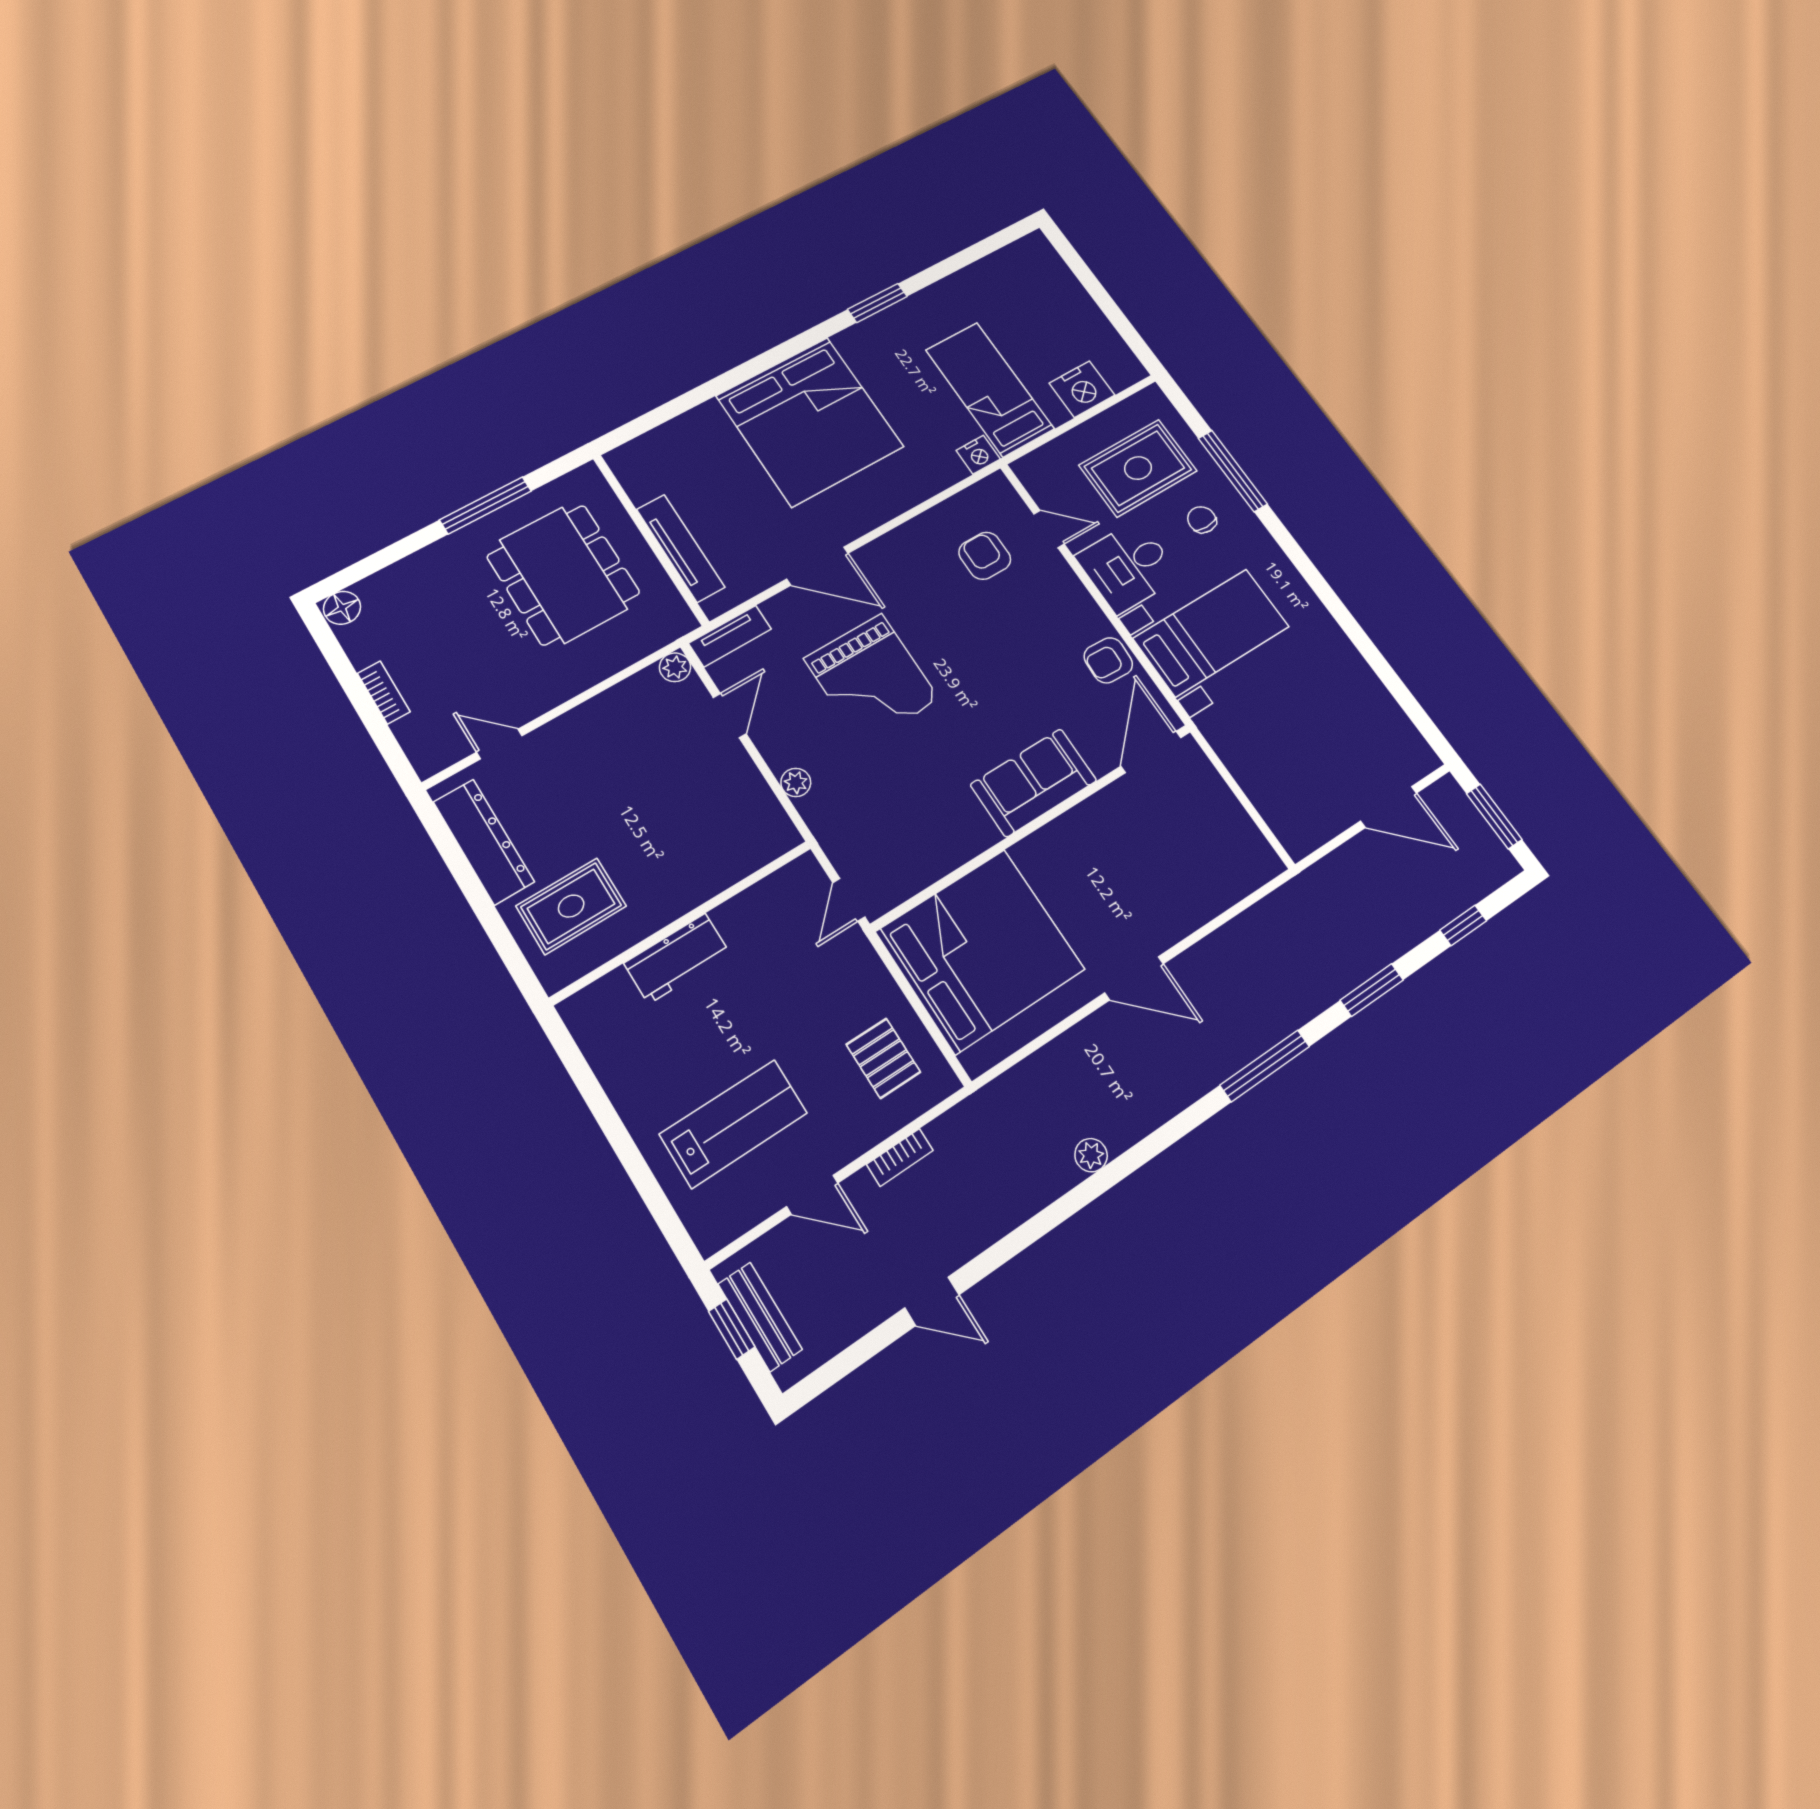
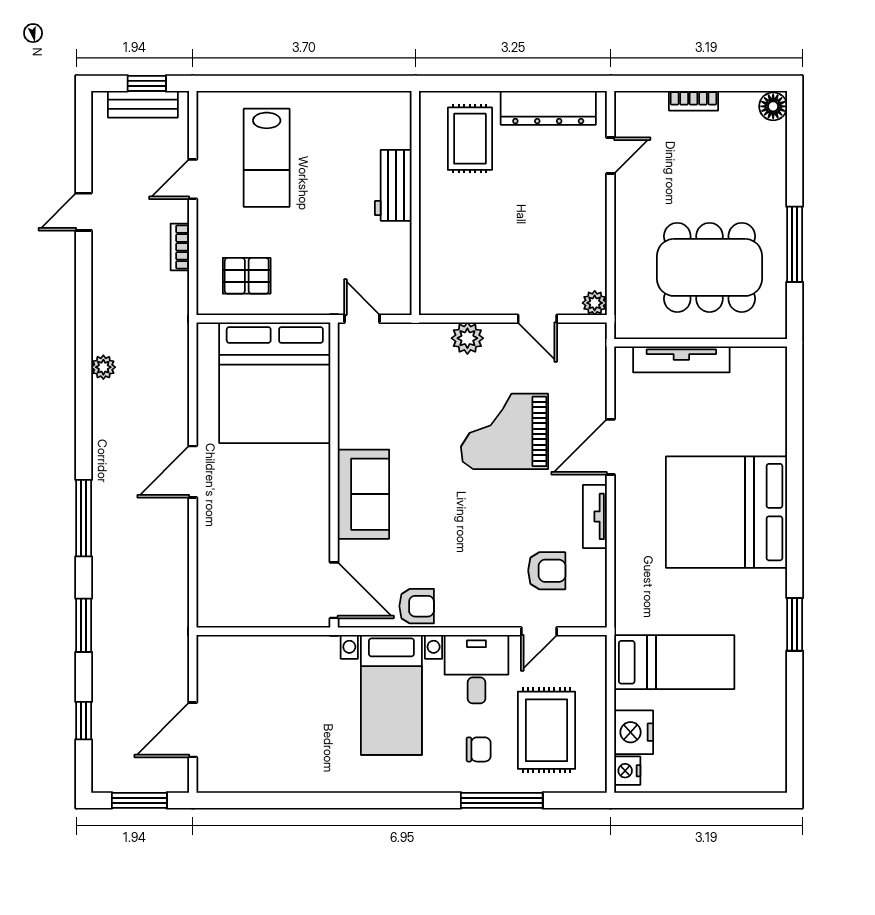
nightstand: (978, 455) -> (627, 771), moved
tv unit: (730, 636) -> (595, 516), moved
armchair: (1108, 660) -> (417, 606), turned 87
plant: (796, 782) -> (467, 338), width x1.38, depth x1.38

